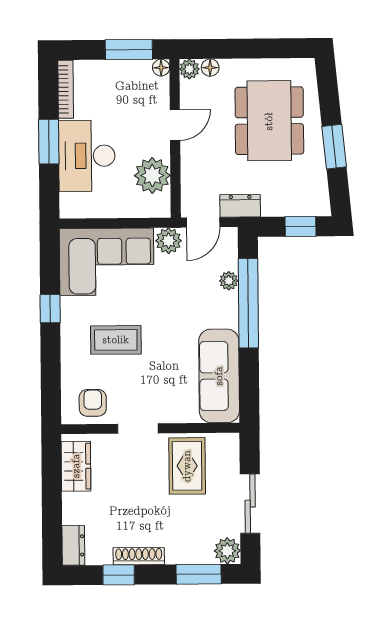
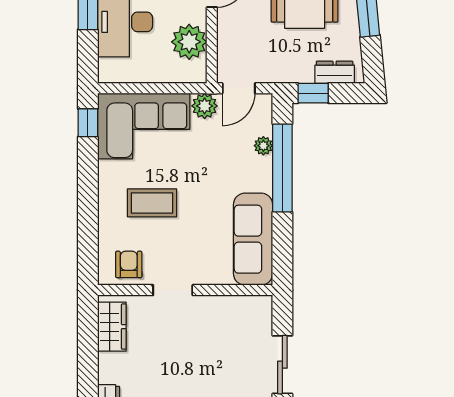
dresser: (240, 206) -> (335, 72), moved
window: (301, 226) -> (313, 93), moved
window: (50, 309) -> (88, 123), moved
rug: (187, 466) -> (221, 327), removed

